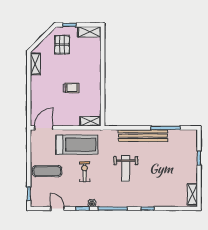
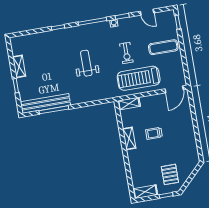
shelving: (35, 64) -> (129, 138), moved
bench: (143, 136) -> (45, 103), moved
shelving: (192, 194) -> (19, 66), moved

